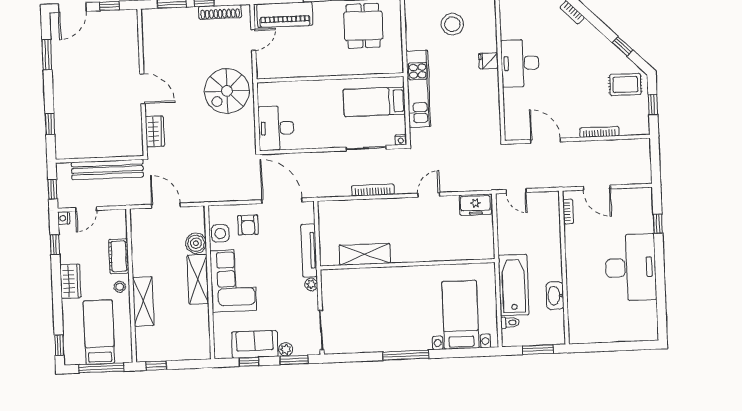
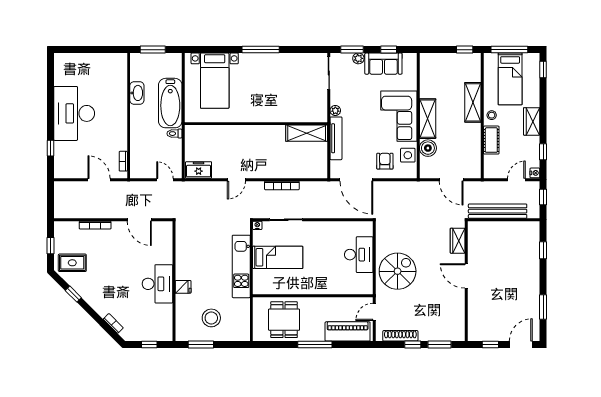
wall: (330, 78) -> (313, 296), moved
desk: (276, 128) -> (359, 255), moved
shelving: (365, 254) -> (307, 133), moved
toilet: (510, 323) -> (175, 134), moved

